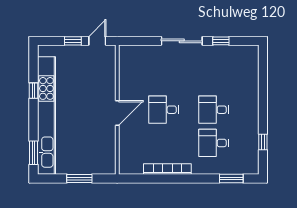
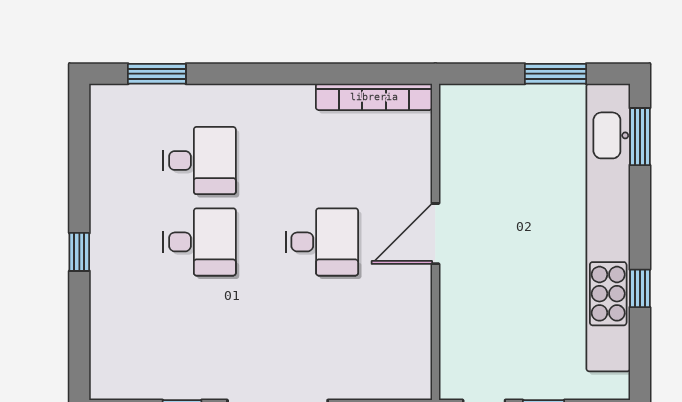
window: (263, 142) -> (79, 252), moved
bookcase: (167, 169) -> (374, 97), moved
window: (79, 178) -> (556, 74), moved

